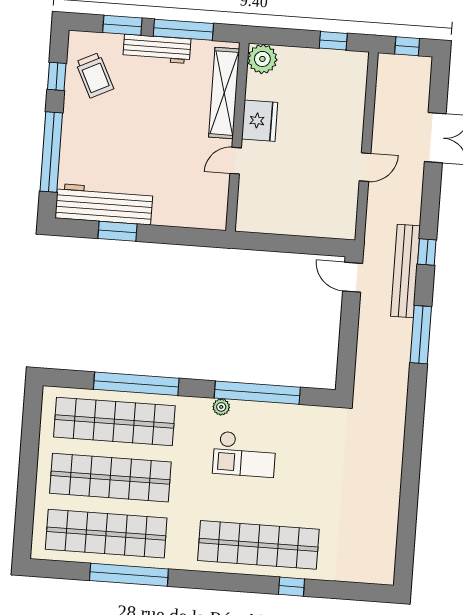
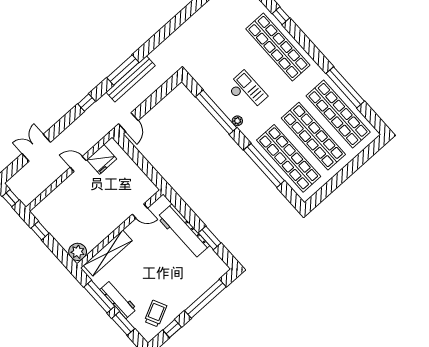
fridge: (260, 121) -> (102, 159), moved, turned 180
door: (236, 161) -> (140, 211), moved
workbench: (104, 204) -> (183, 231), moved
bench: (405, 271) -> (131, 79), moved

